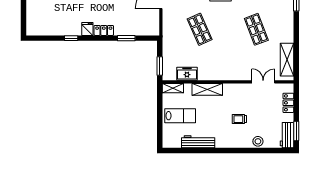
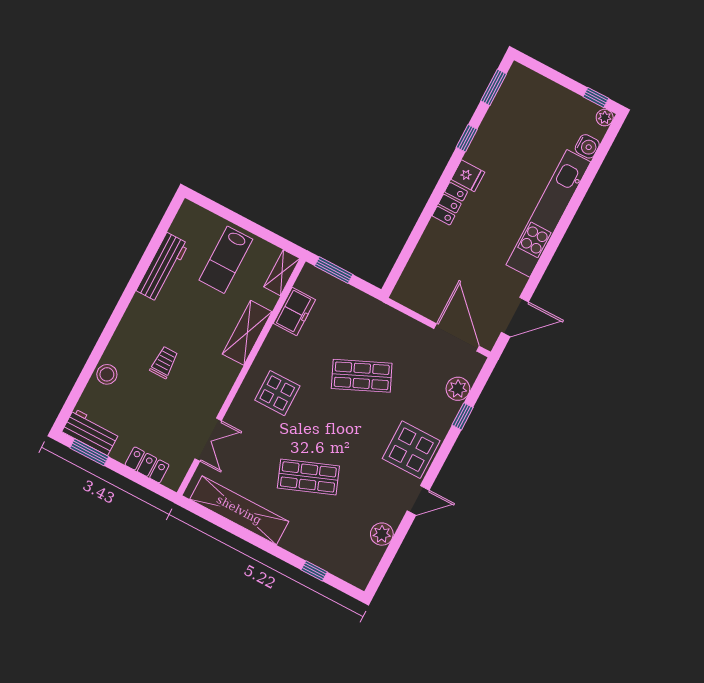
window: (126, 38) -> (494, 87), moved
shelving: (287, 60) -> (239, 510), width x1.47
display table: (227, 62) -> (277, 393), added

